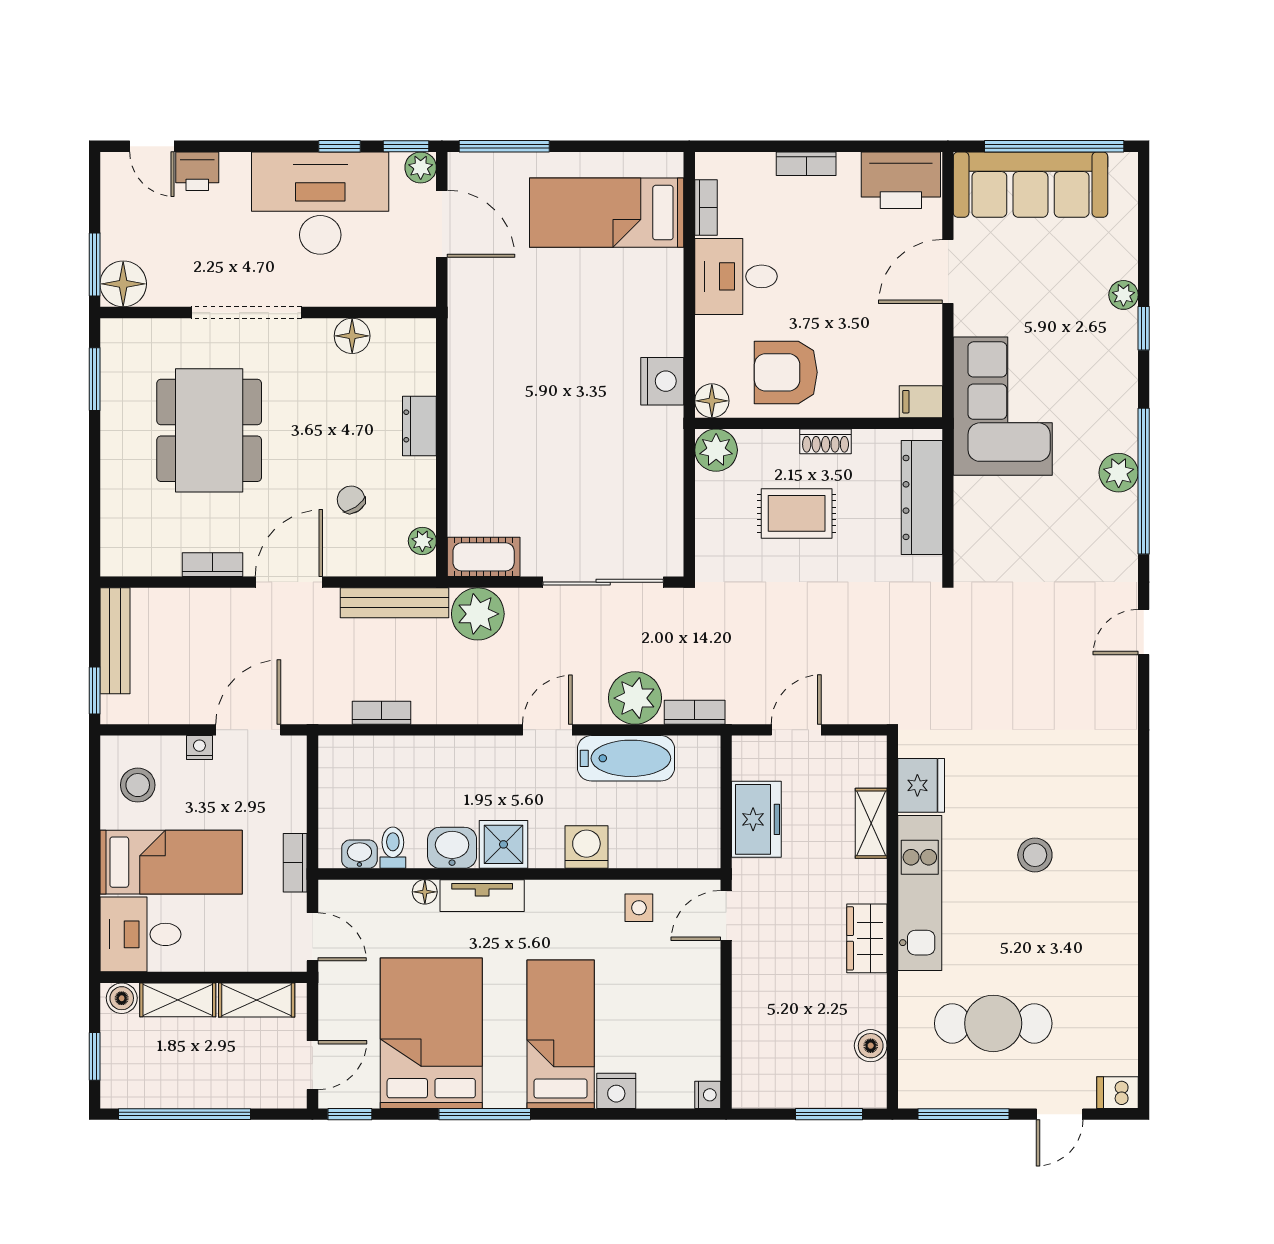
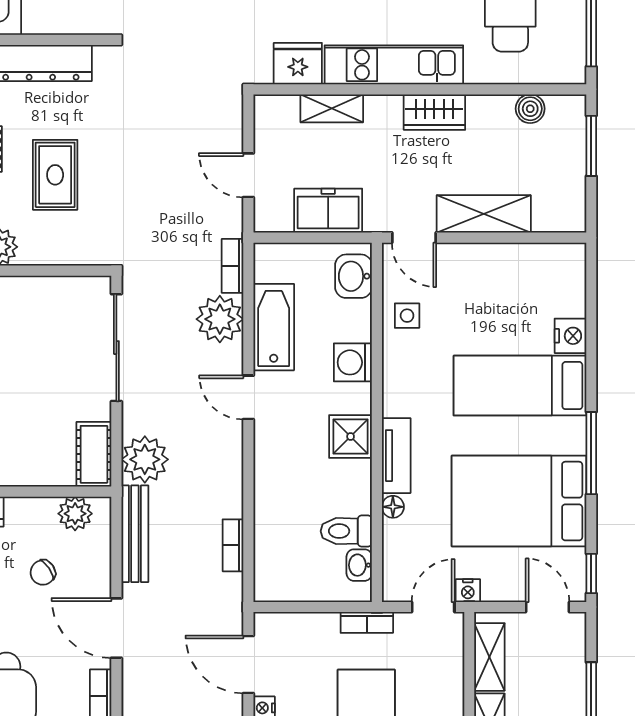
plant: (422, 541) -> (75, 514), width x1.38, depth x1.38
toilet: (393, 848) -> (346, 531), width x1.37, depth x1.39
washbasin: (452, 848) -> (354, 276), moved
shelving: (753, 994) -> (484, 214), added
nightstand: (708, 1095) -> (468, 591), moved, turned 180

